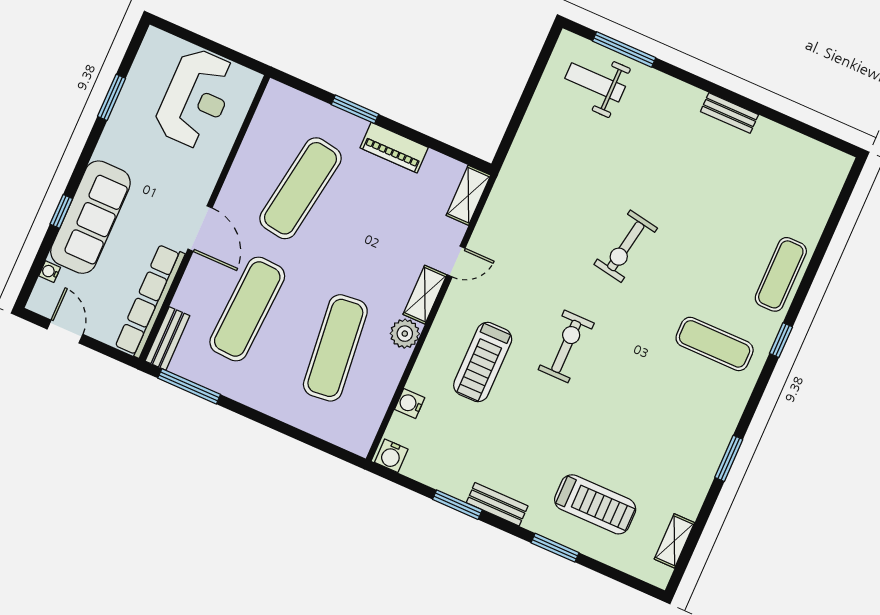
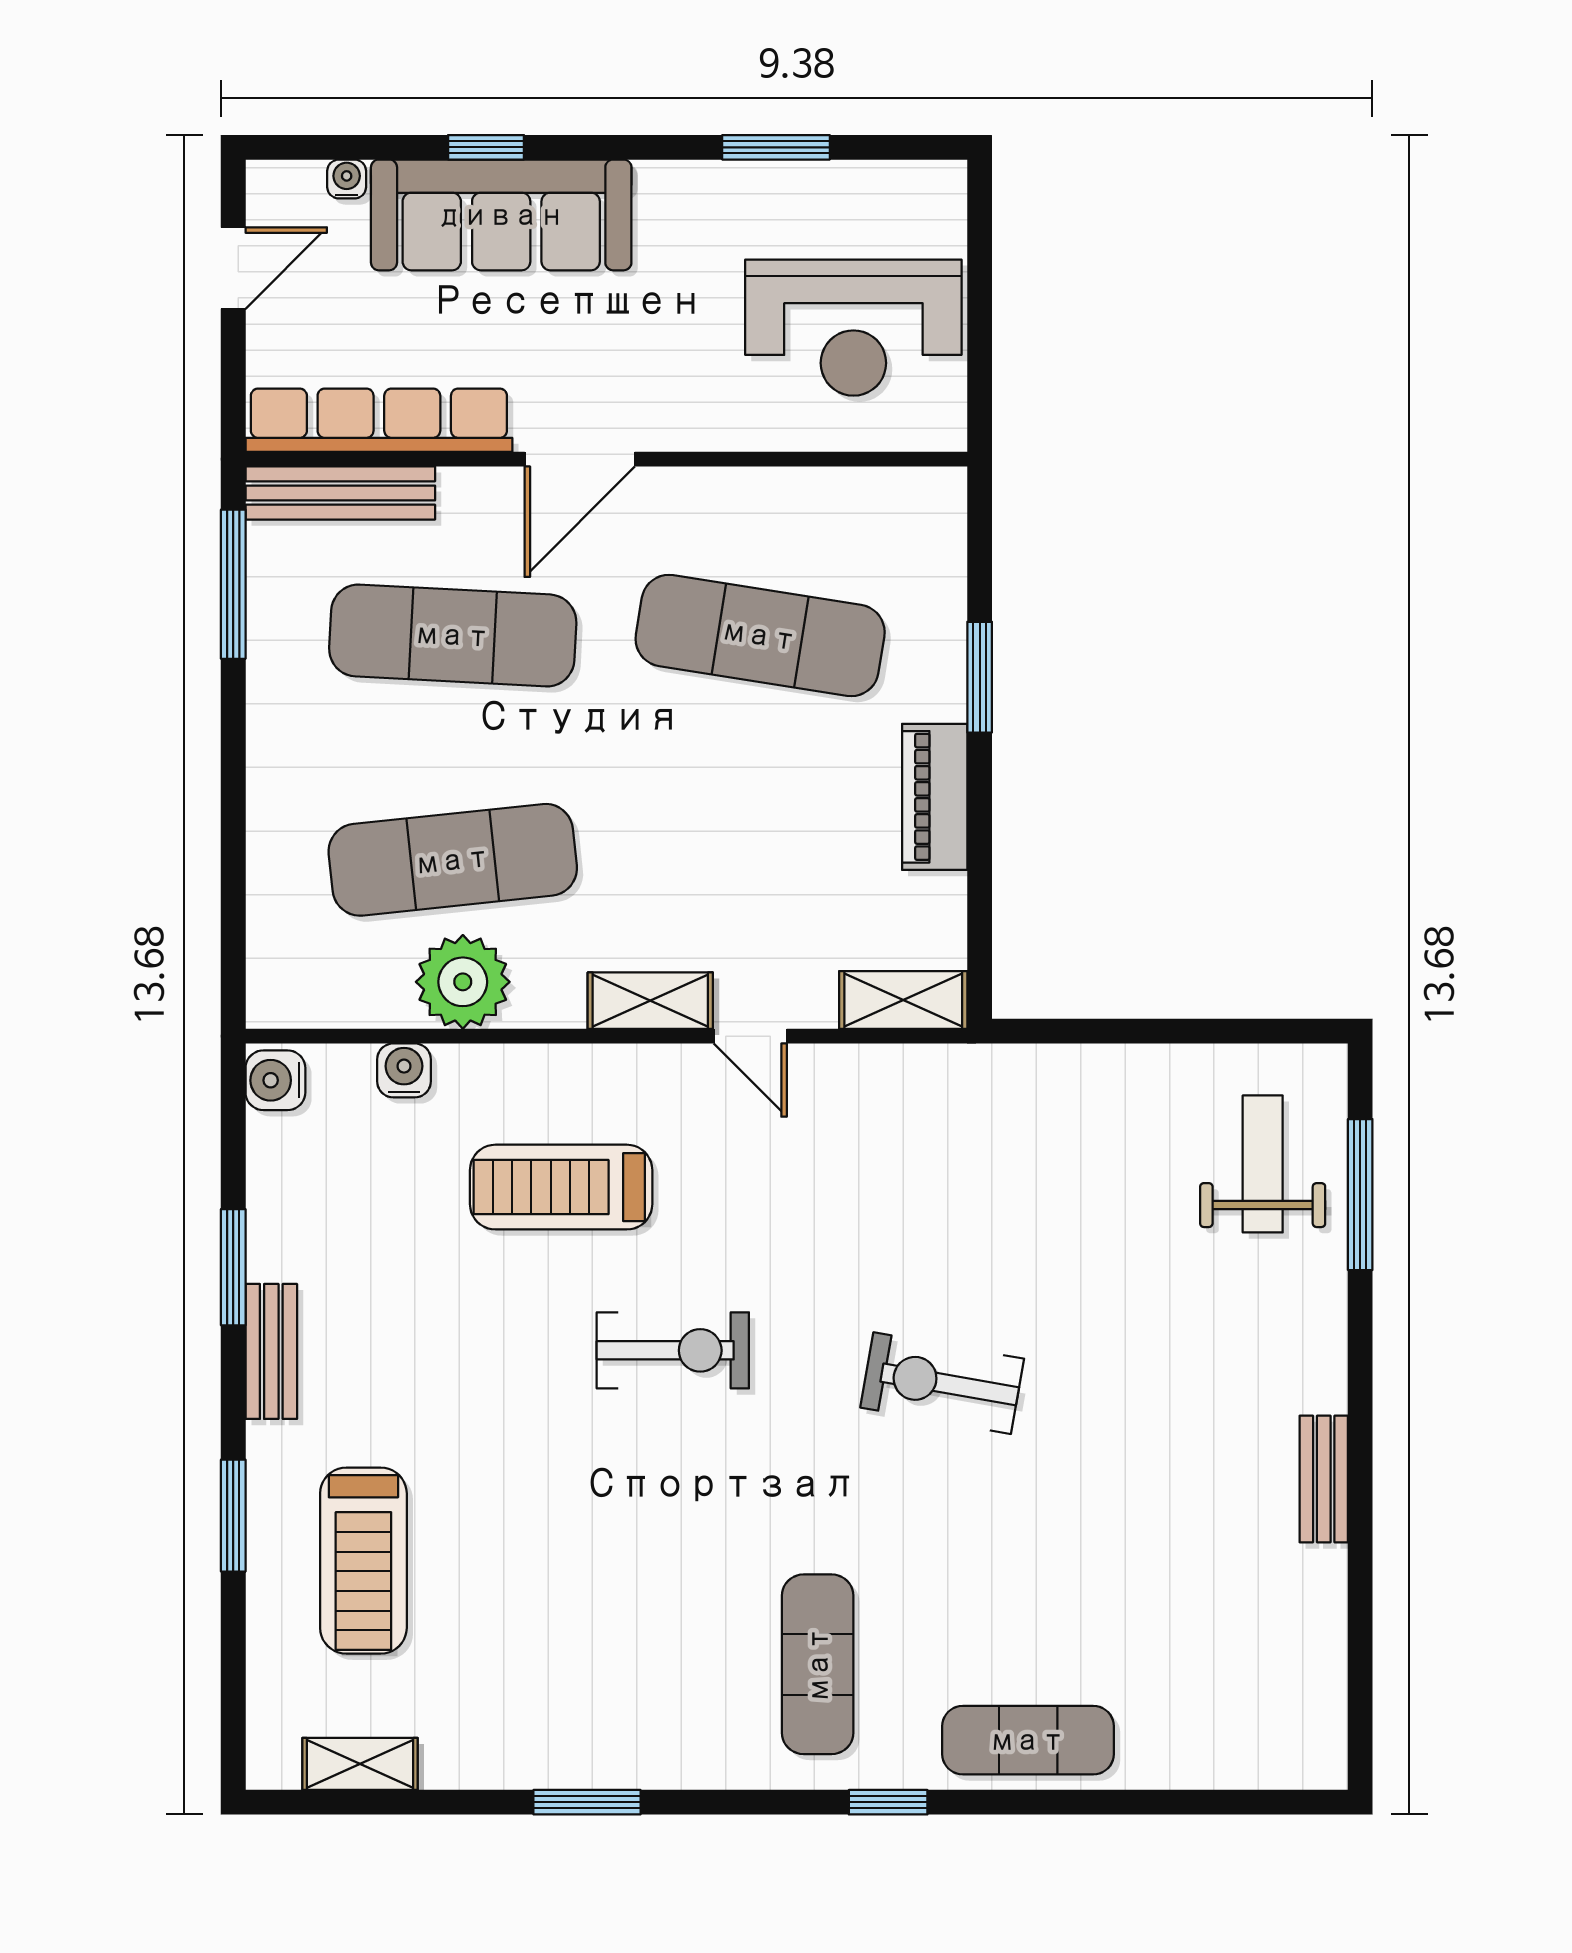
plant: (405, 334) -> (463, 982), moved, width x1.36, depth x1.36
bench: (167, 338) -> (340, 493), width x1.36

